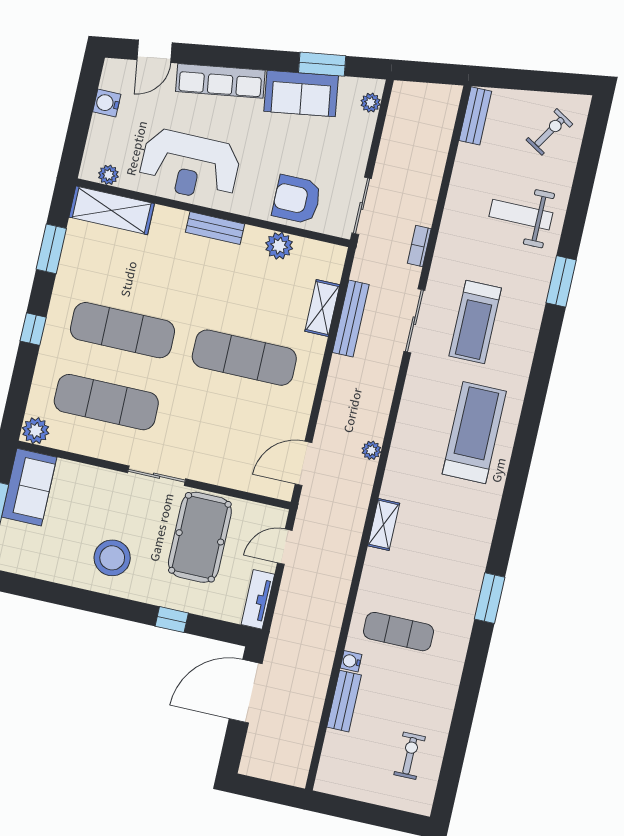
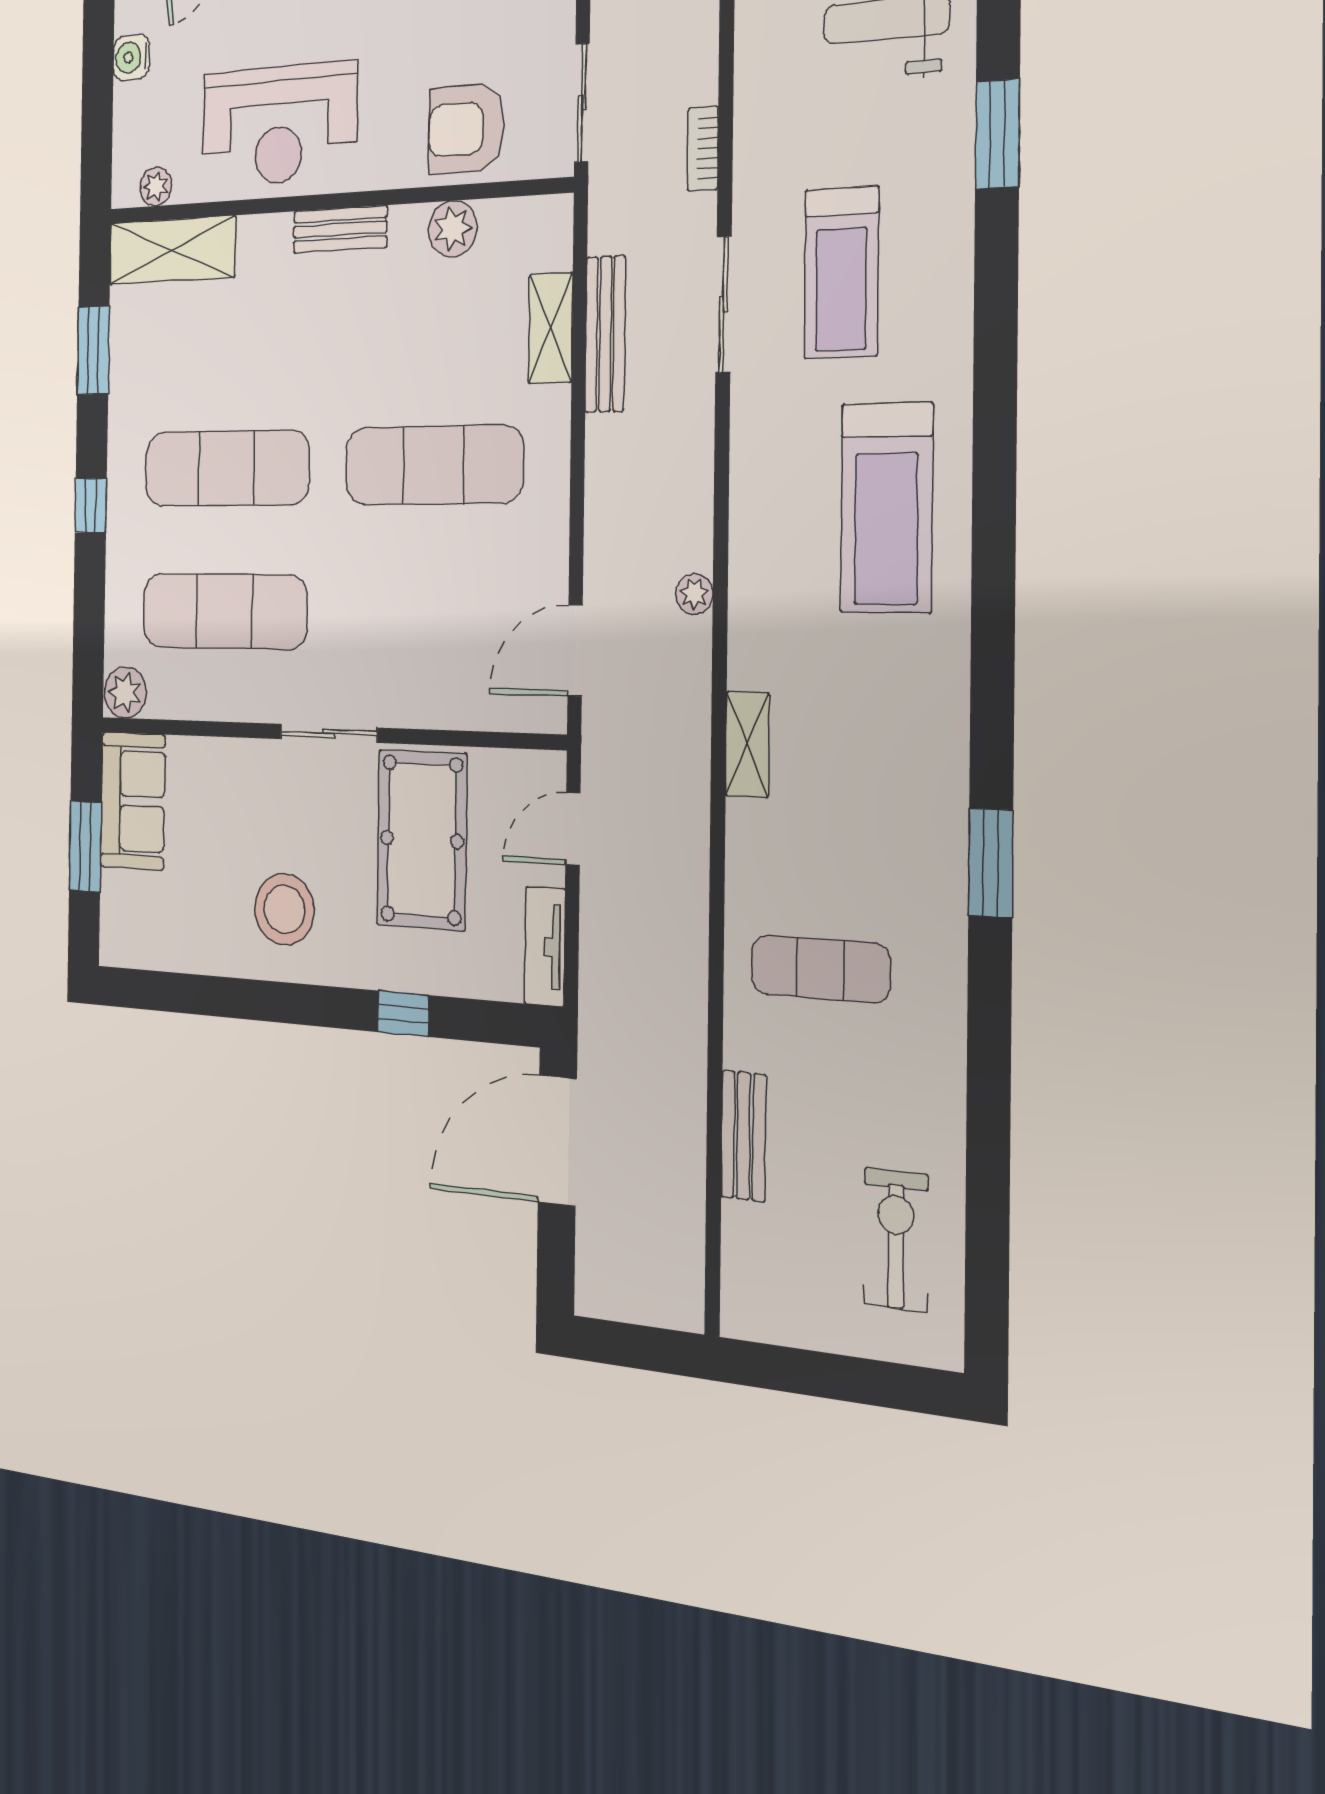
treadmill: (474, 433) -> (886, 508), turned 180
water cooler: (351, 661) -> (740, 1048), removed
exercise bike: (410, 756) -> (896, 1240), width x1.38, depth x1.39

